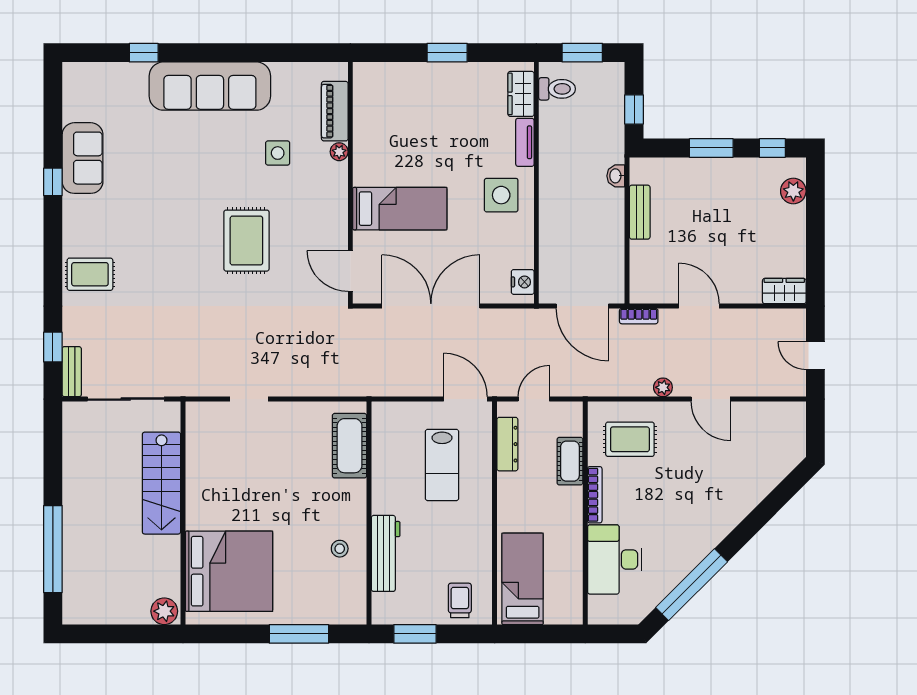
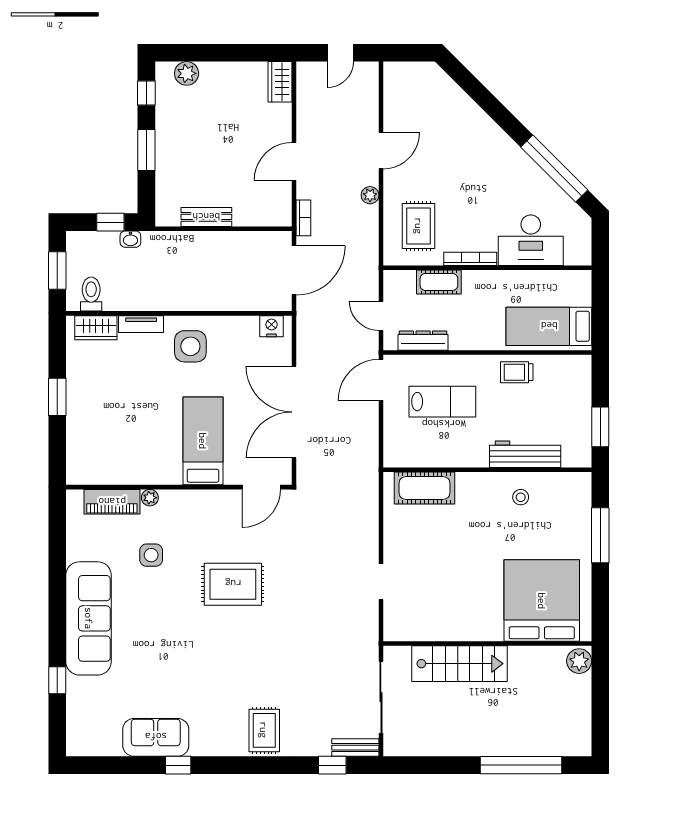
washbasin: (616, 176) -> (130, 239), moved
trolley: (460, 600) -> (517, 372), moved

